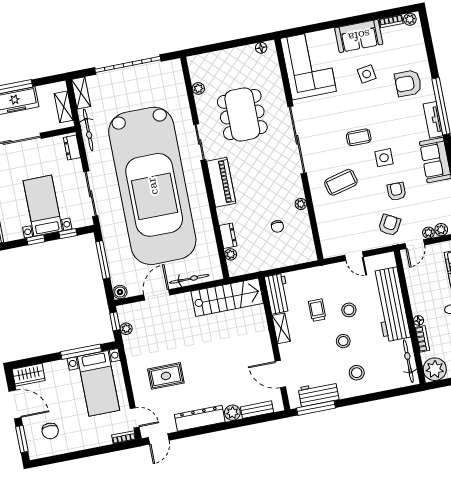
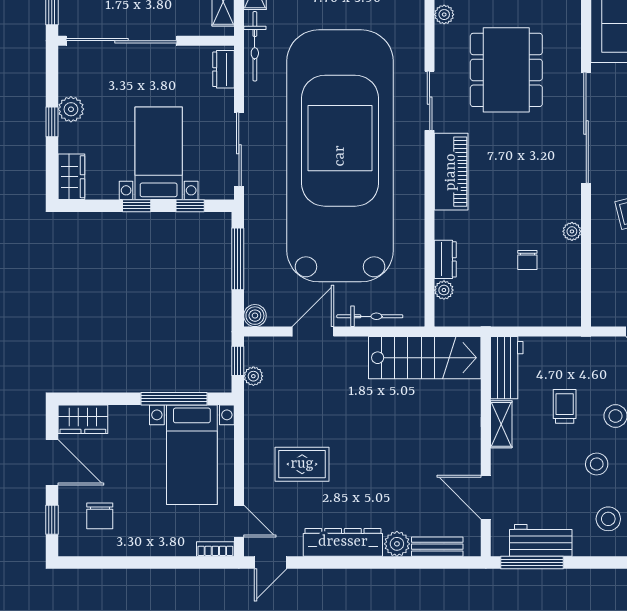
car: (152, 186) -> (340, 156), turned 180
window: (22, 439) -> (52, 520), width x0.67

